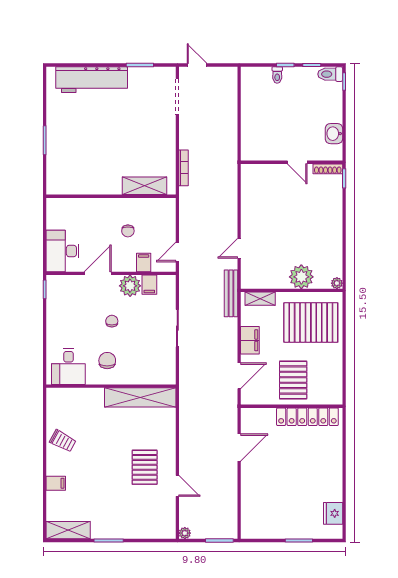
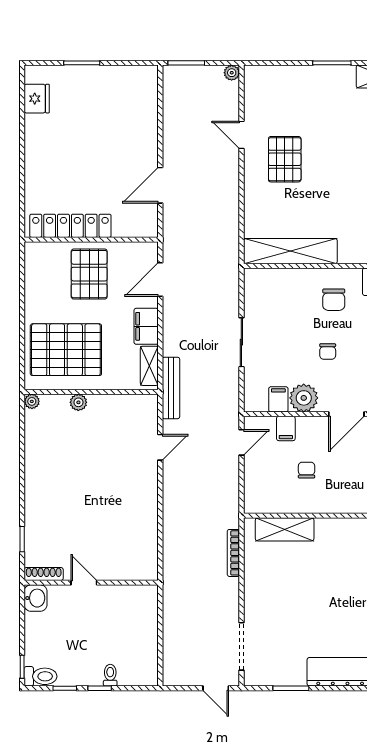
wall: (292, 162) -> (91, 583), moved
door: (297, 162) -> (84, 583), moved
shoe rack: (328, 169) -> (44, 574), moved
plant: (301, 277) -> (78, 402), width x0.53, depth x0.53
shelving: (260, 299) -> (149, 366), moved, turned 90

